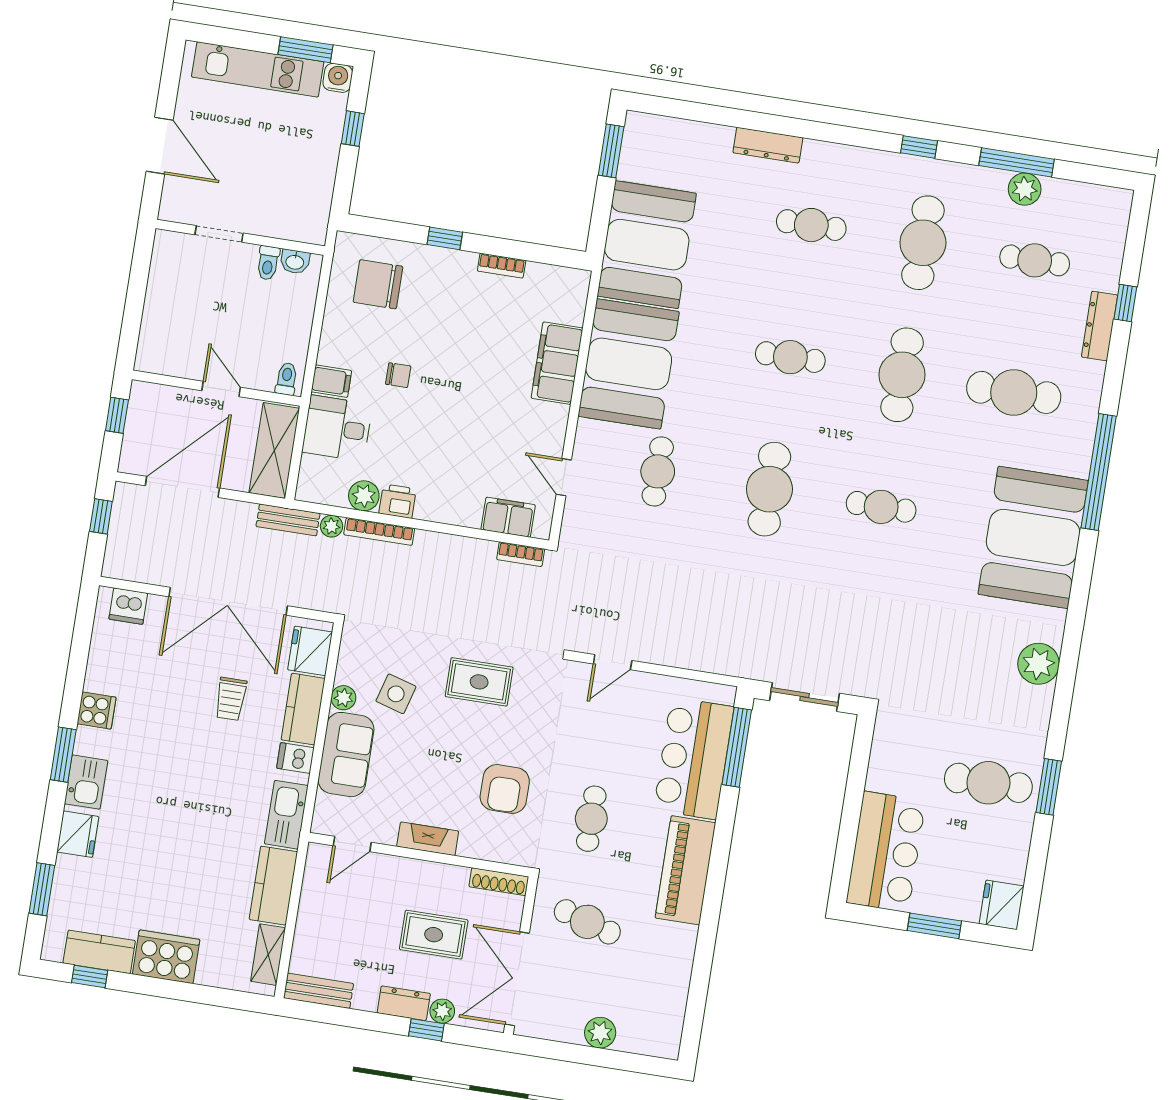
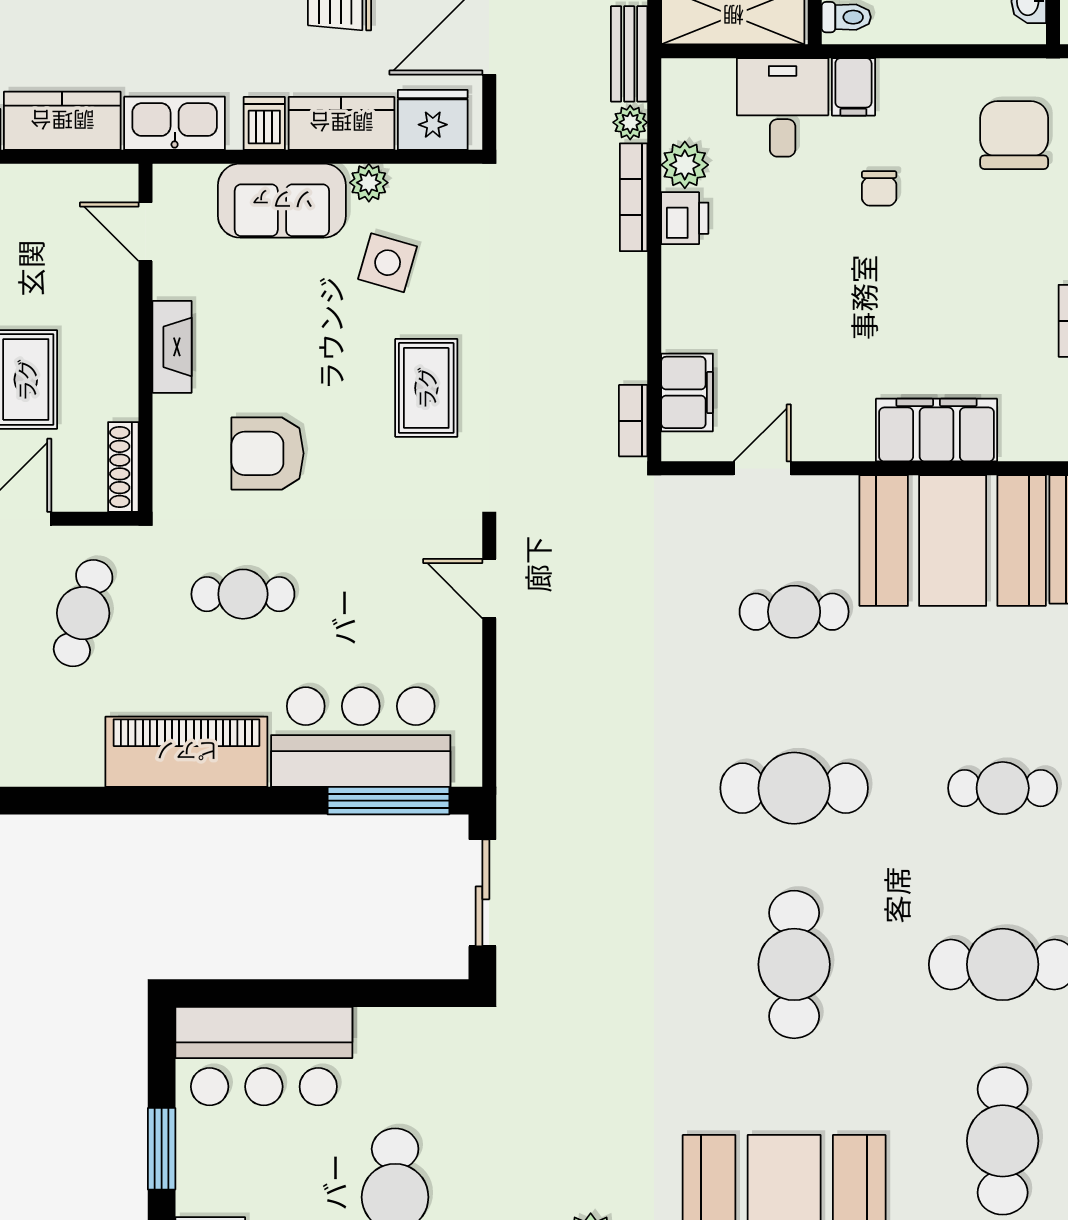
cafe table: (790, 357) -> (1003, 788), turned 90
cafe table: (881, 507) -> (794, 964), width x1.37, depth x1.35

